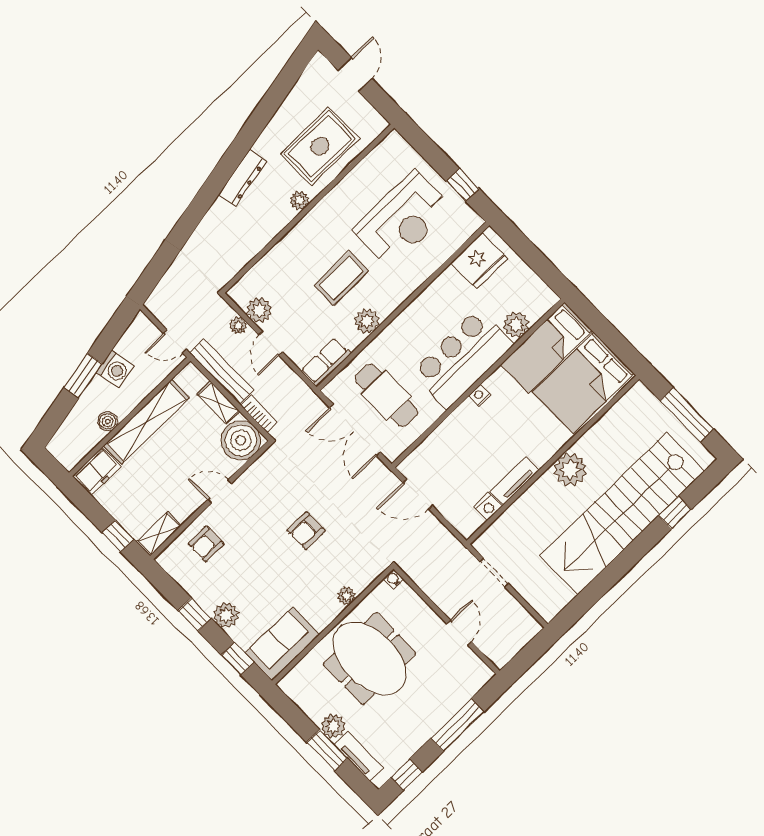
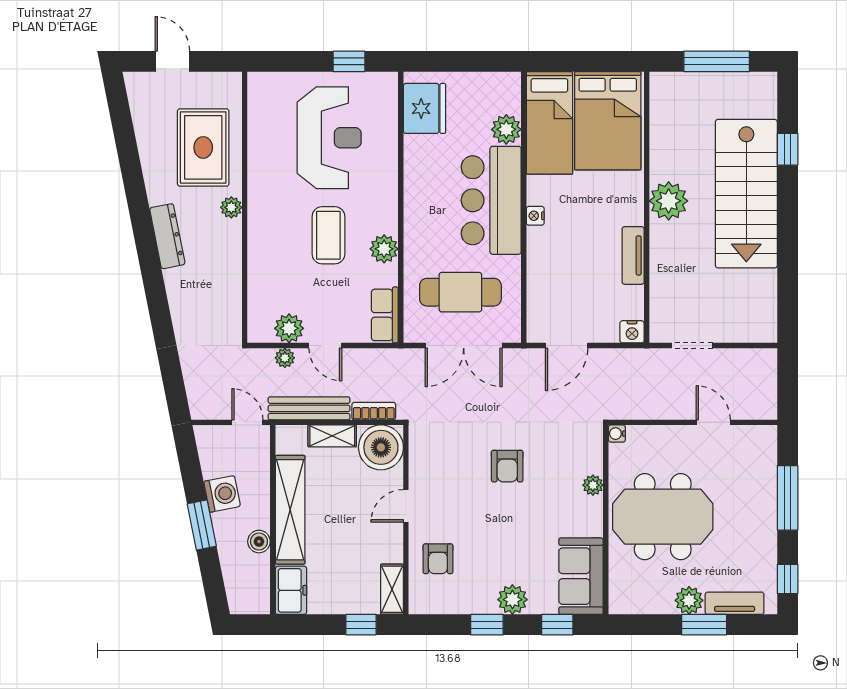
door: (175, 342) -> (247, 422), swing flipped
nightstand: (488, 507) -> (632, 332), moved, turned 90
stairs: (622, 514) -> (746, 194), width x0.73

